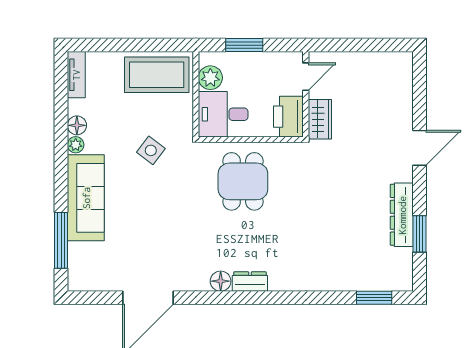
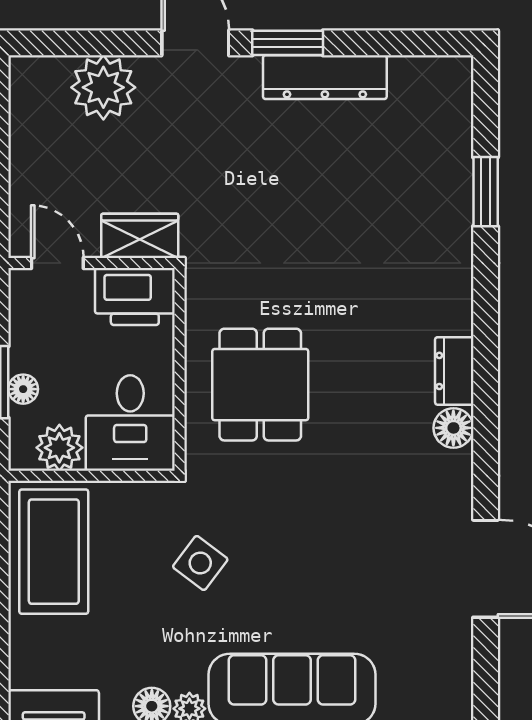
floor lamp: (241, 59) -> (23, 389), added
plant: (396, 100) -> (103, 87), added
dining table: (243, 181) -> (260, 385), turned 90
window: (419, 234) -> (288, 43), moved
window: (374, 298) -> (486, 192), moved

